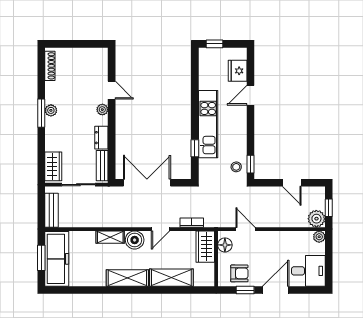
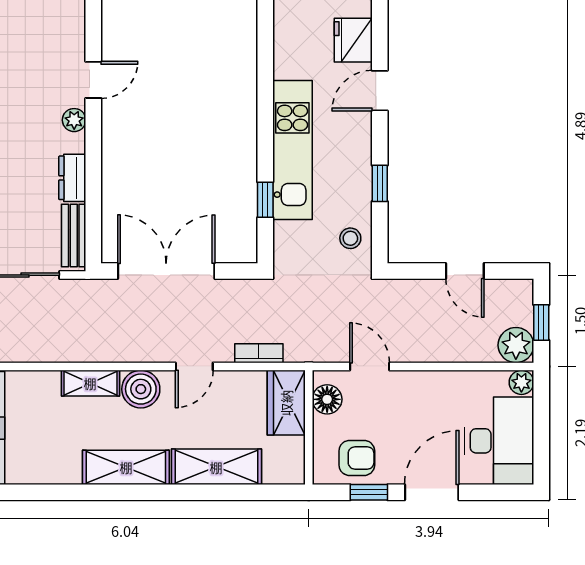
door: (112, 90) -> (93, 80), hinge flipped
window: (250, 164) -> (380, 183), moved
desk: (308, 271) -> (499, 441), width x1.37

